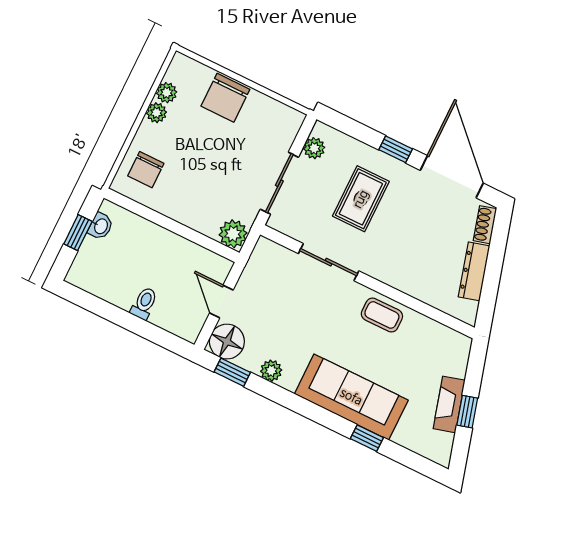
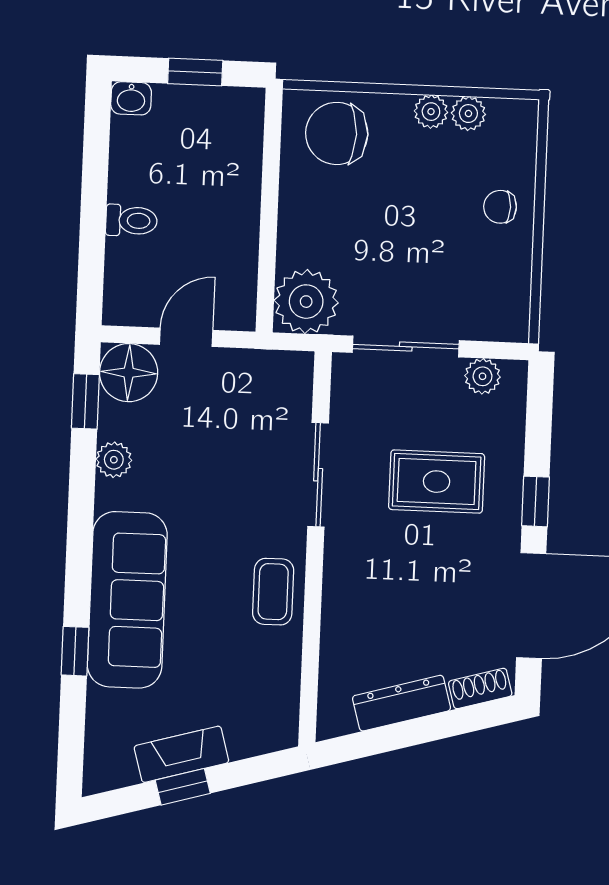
chair: (225, 98) -> (500, 207), width x0.54, depth x0.54
chair: (146, 170) -> (337, 133), width x1.37, depth x1.37
washbasin: (101, 226) -> (131, 98), moved
plant: (233, 234) -> (306, 302), width x1.36, depth x1.36

